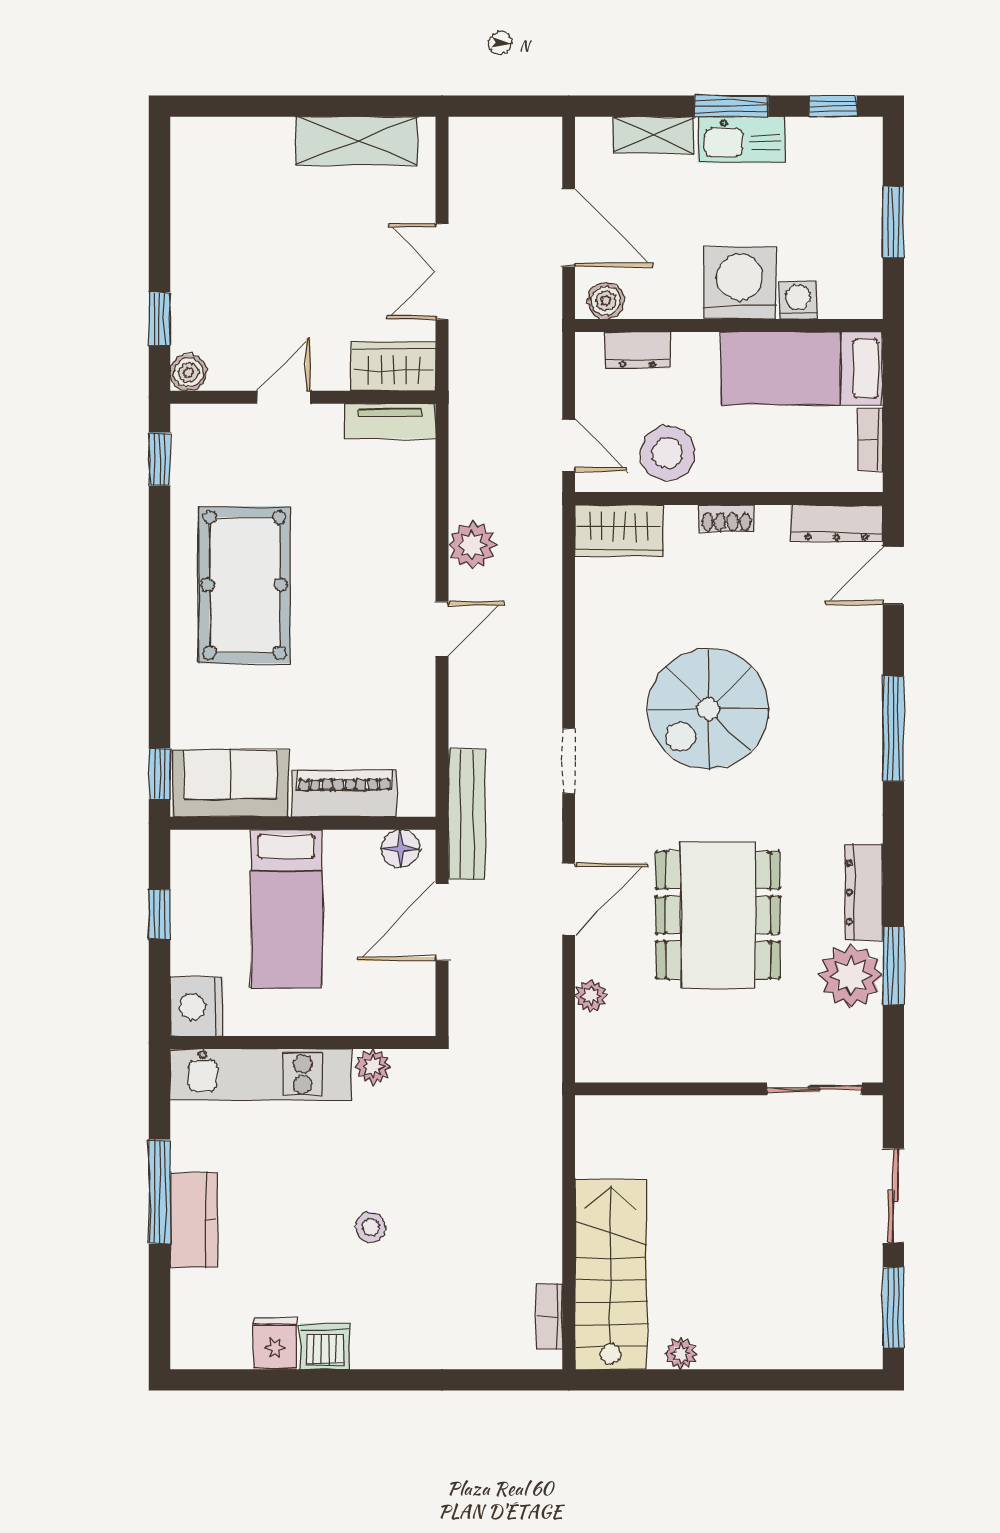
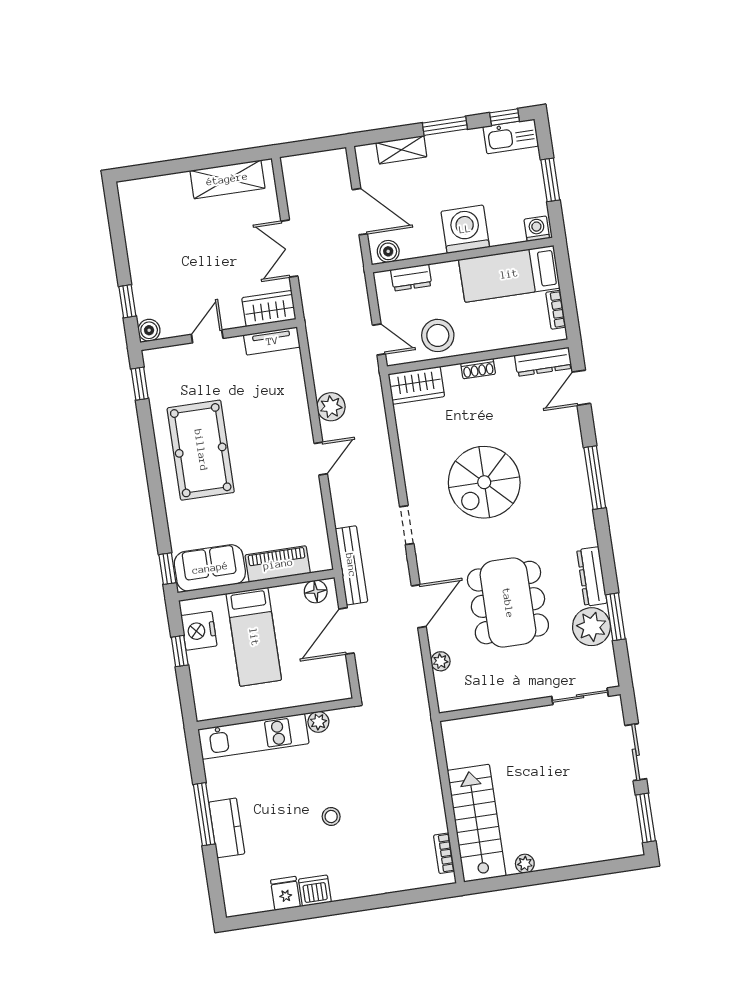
kitchen sink: (741, 140) -> (511, 136), moved
washing machine: (798, 300) -> (537, 229), moved
nightstand: (197, 1007) -> (199, 631), moved

